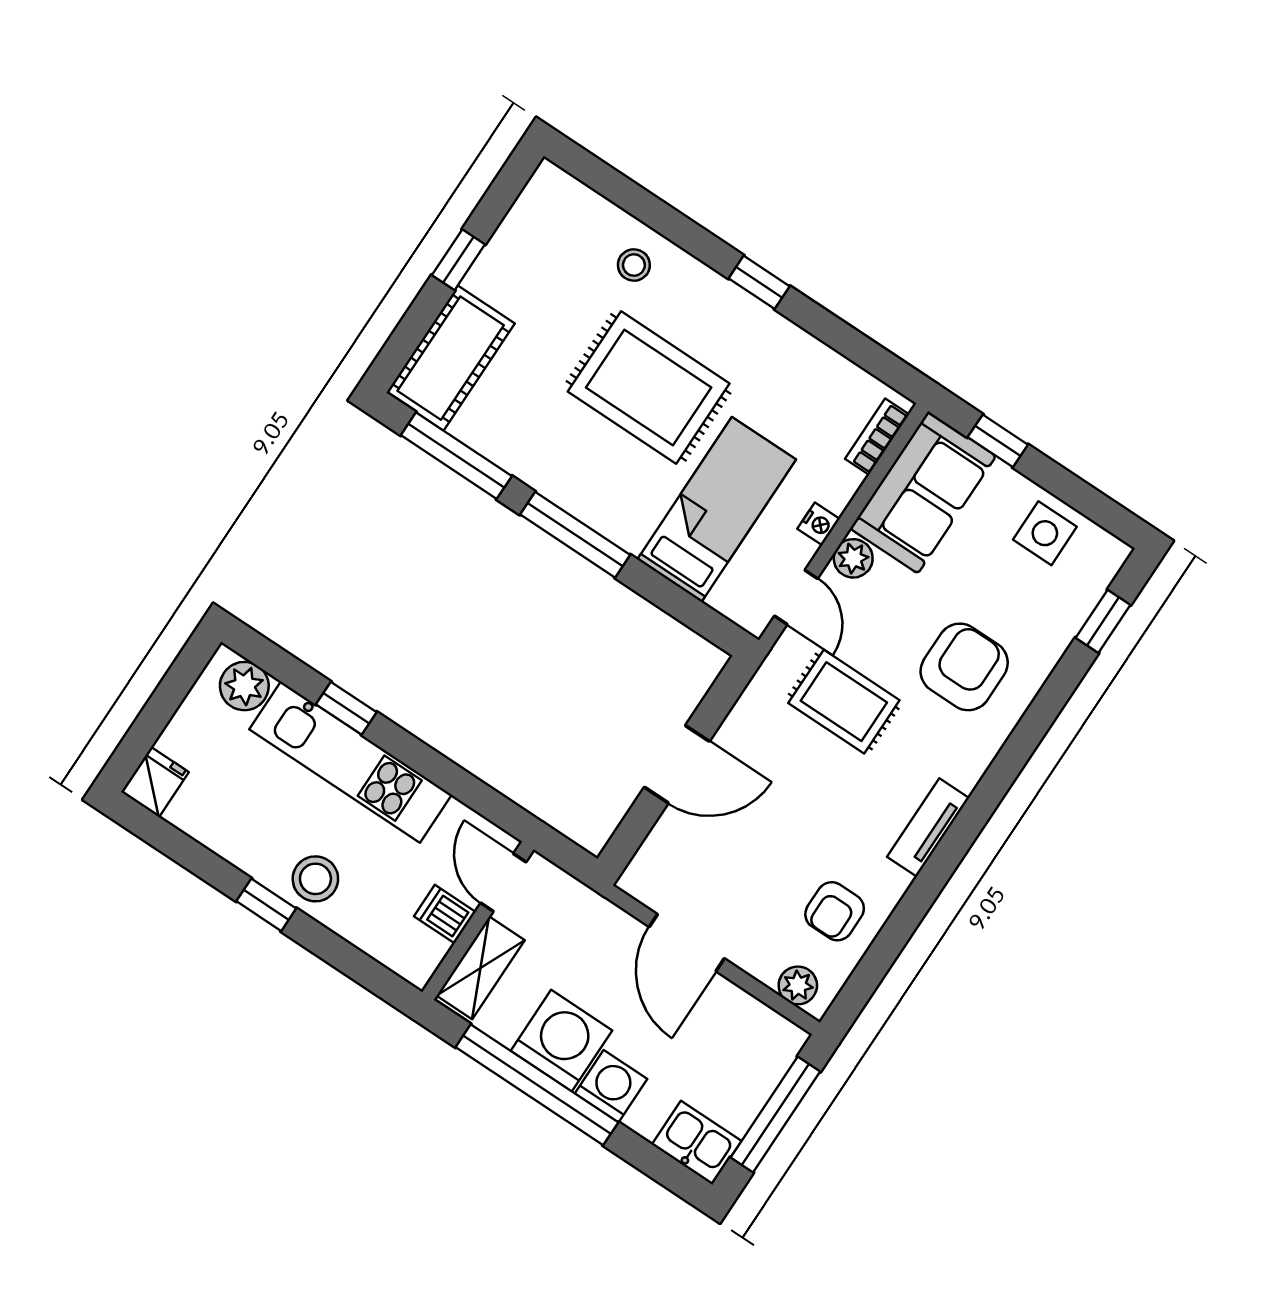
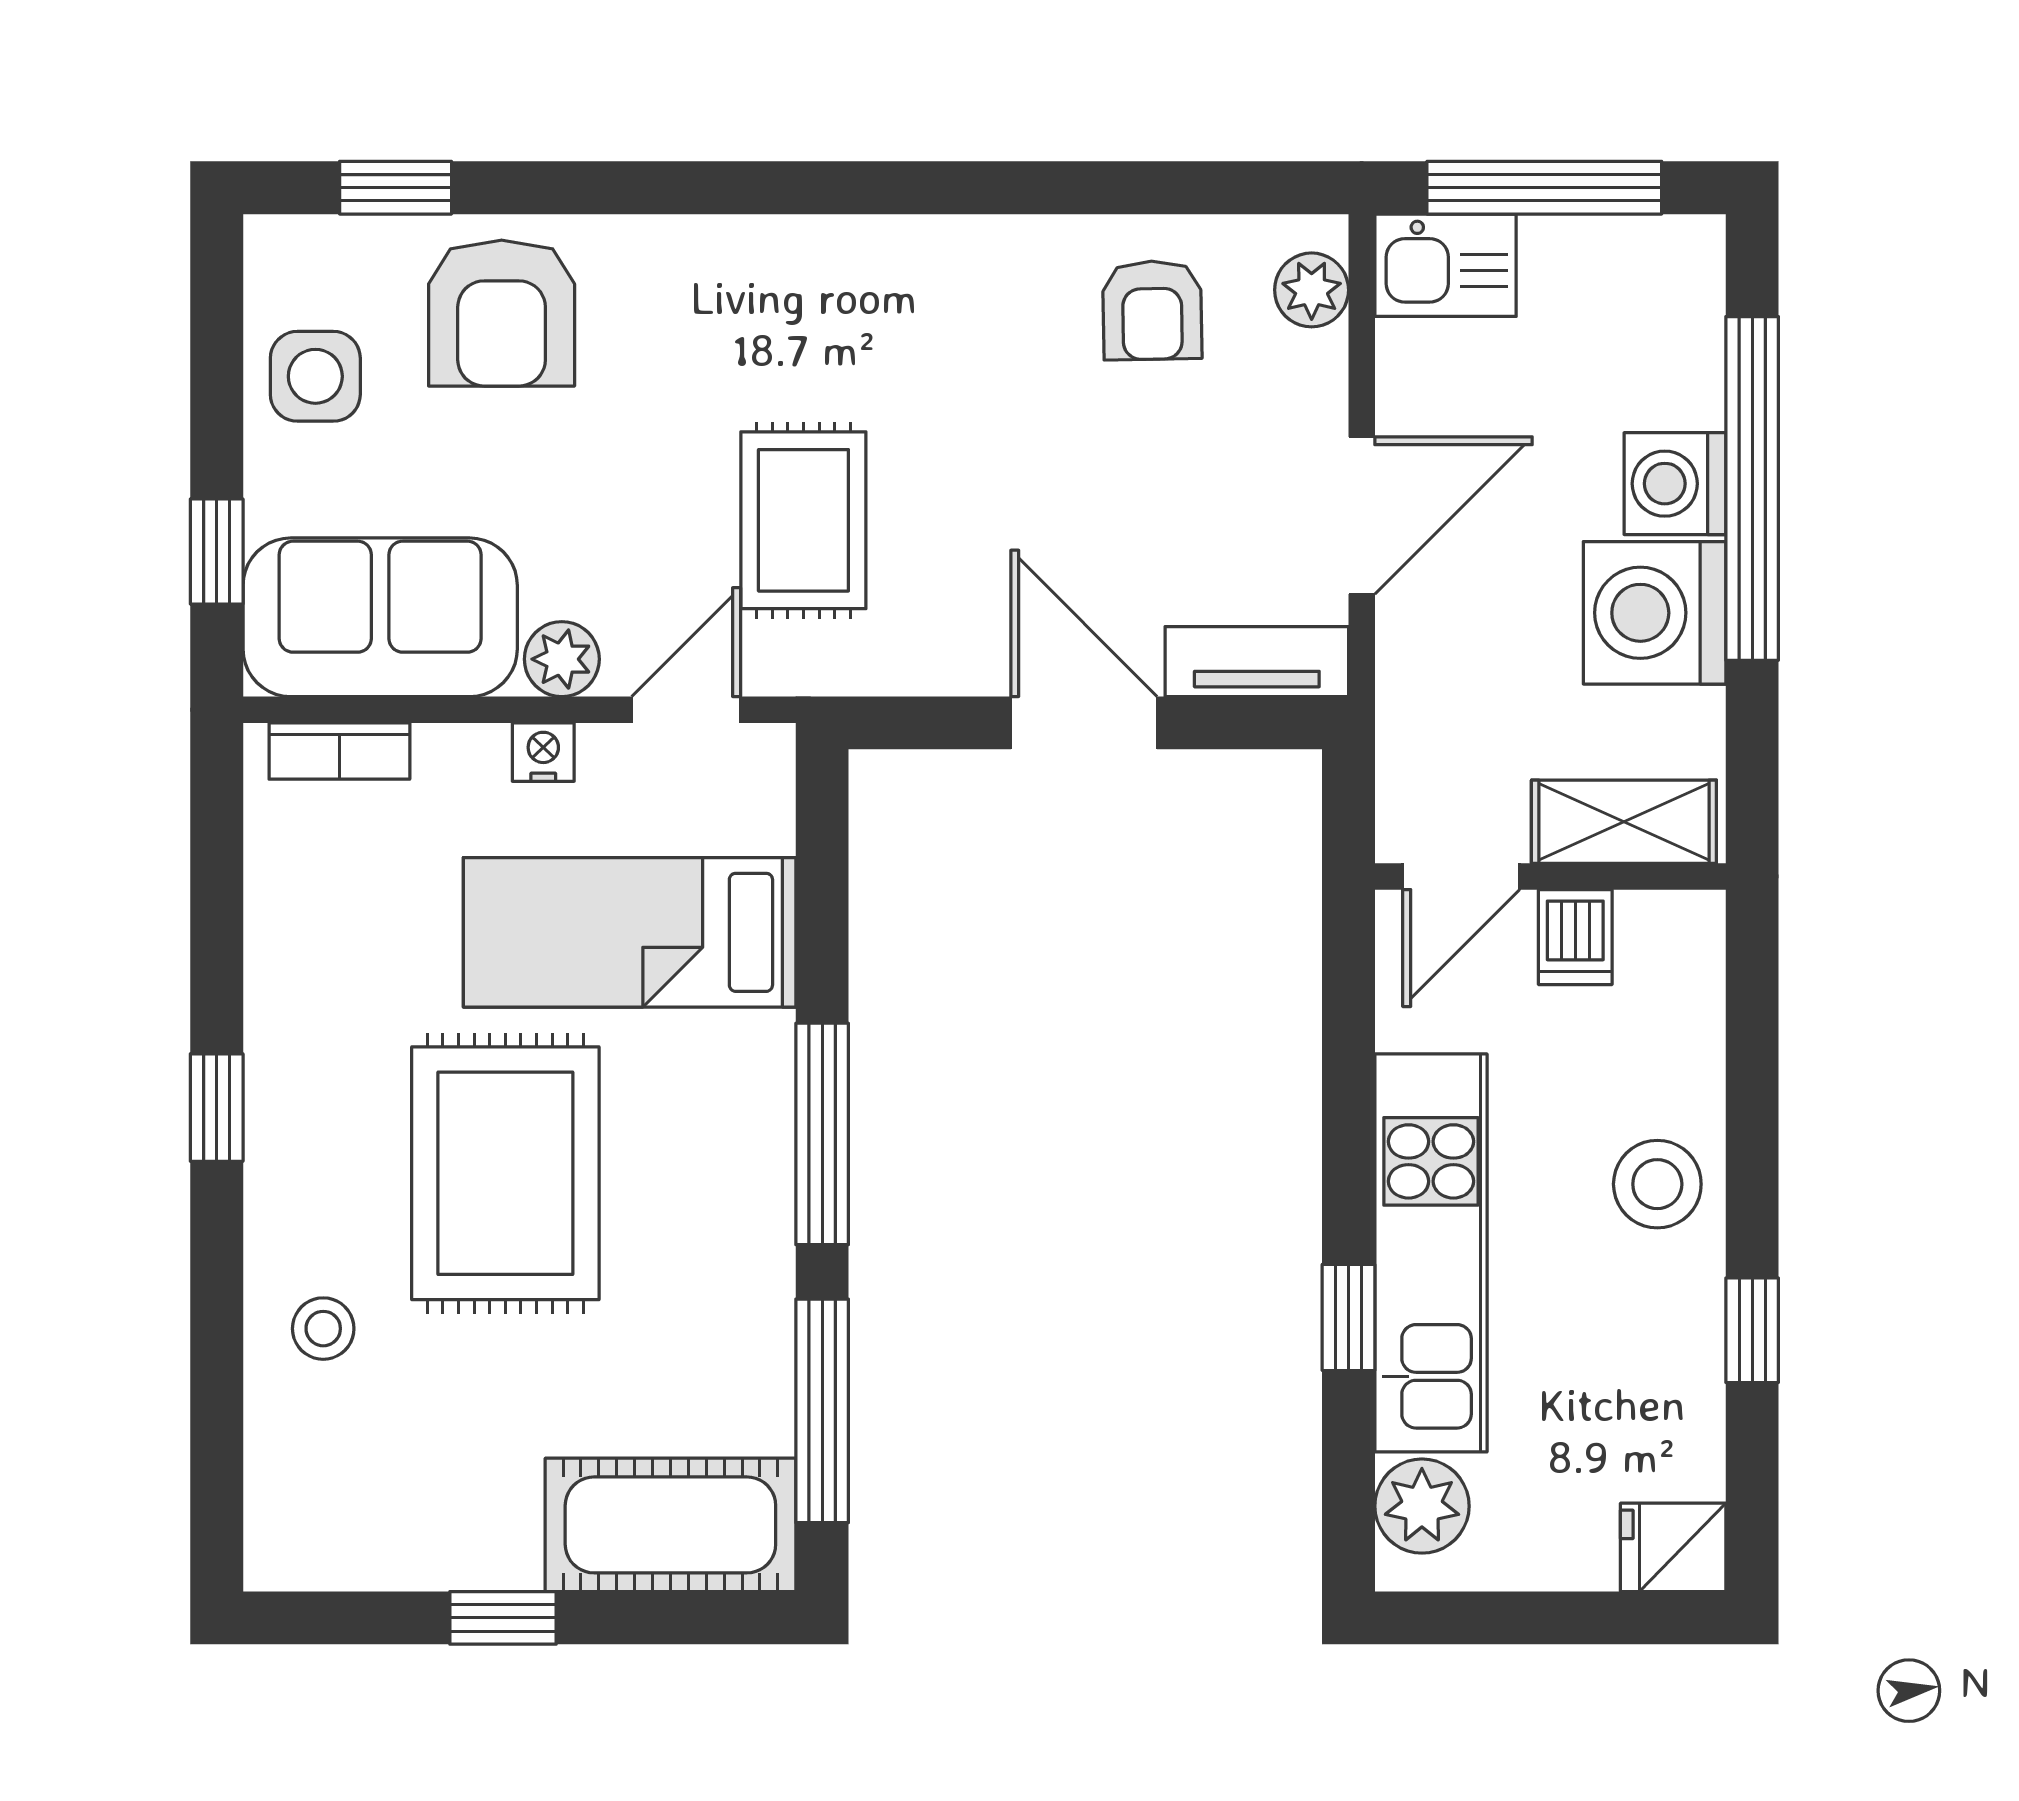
armchair: (964, 667) -> (502, 313), moved, turned -90
tv unit: (928, 827) -> (1257, 662), moved, turned 180
window: (266, 905) -> (1752, 1330), moved
armchair: (835, 911) -> (1152, 310), turned 89
window: (537, 1085) -> (1752, 488), moved
kitchen sink: (697, 1143) -> (1446, 265), moved, turned -90

